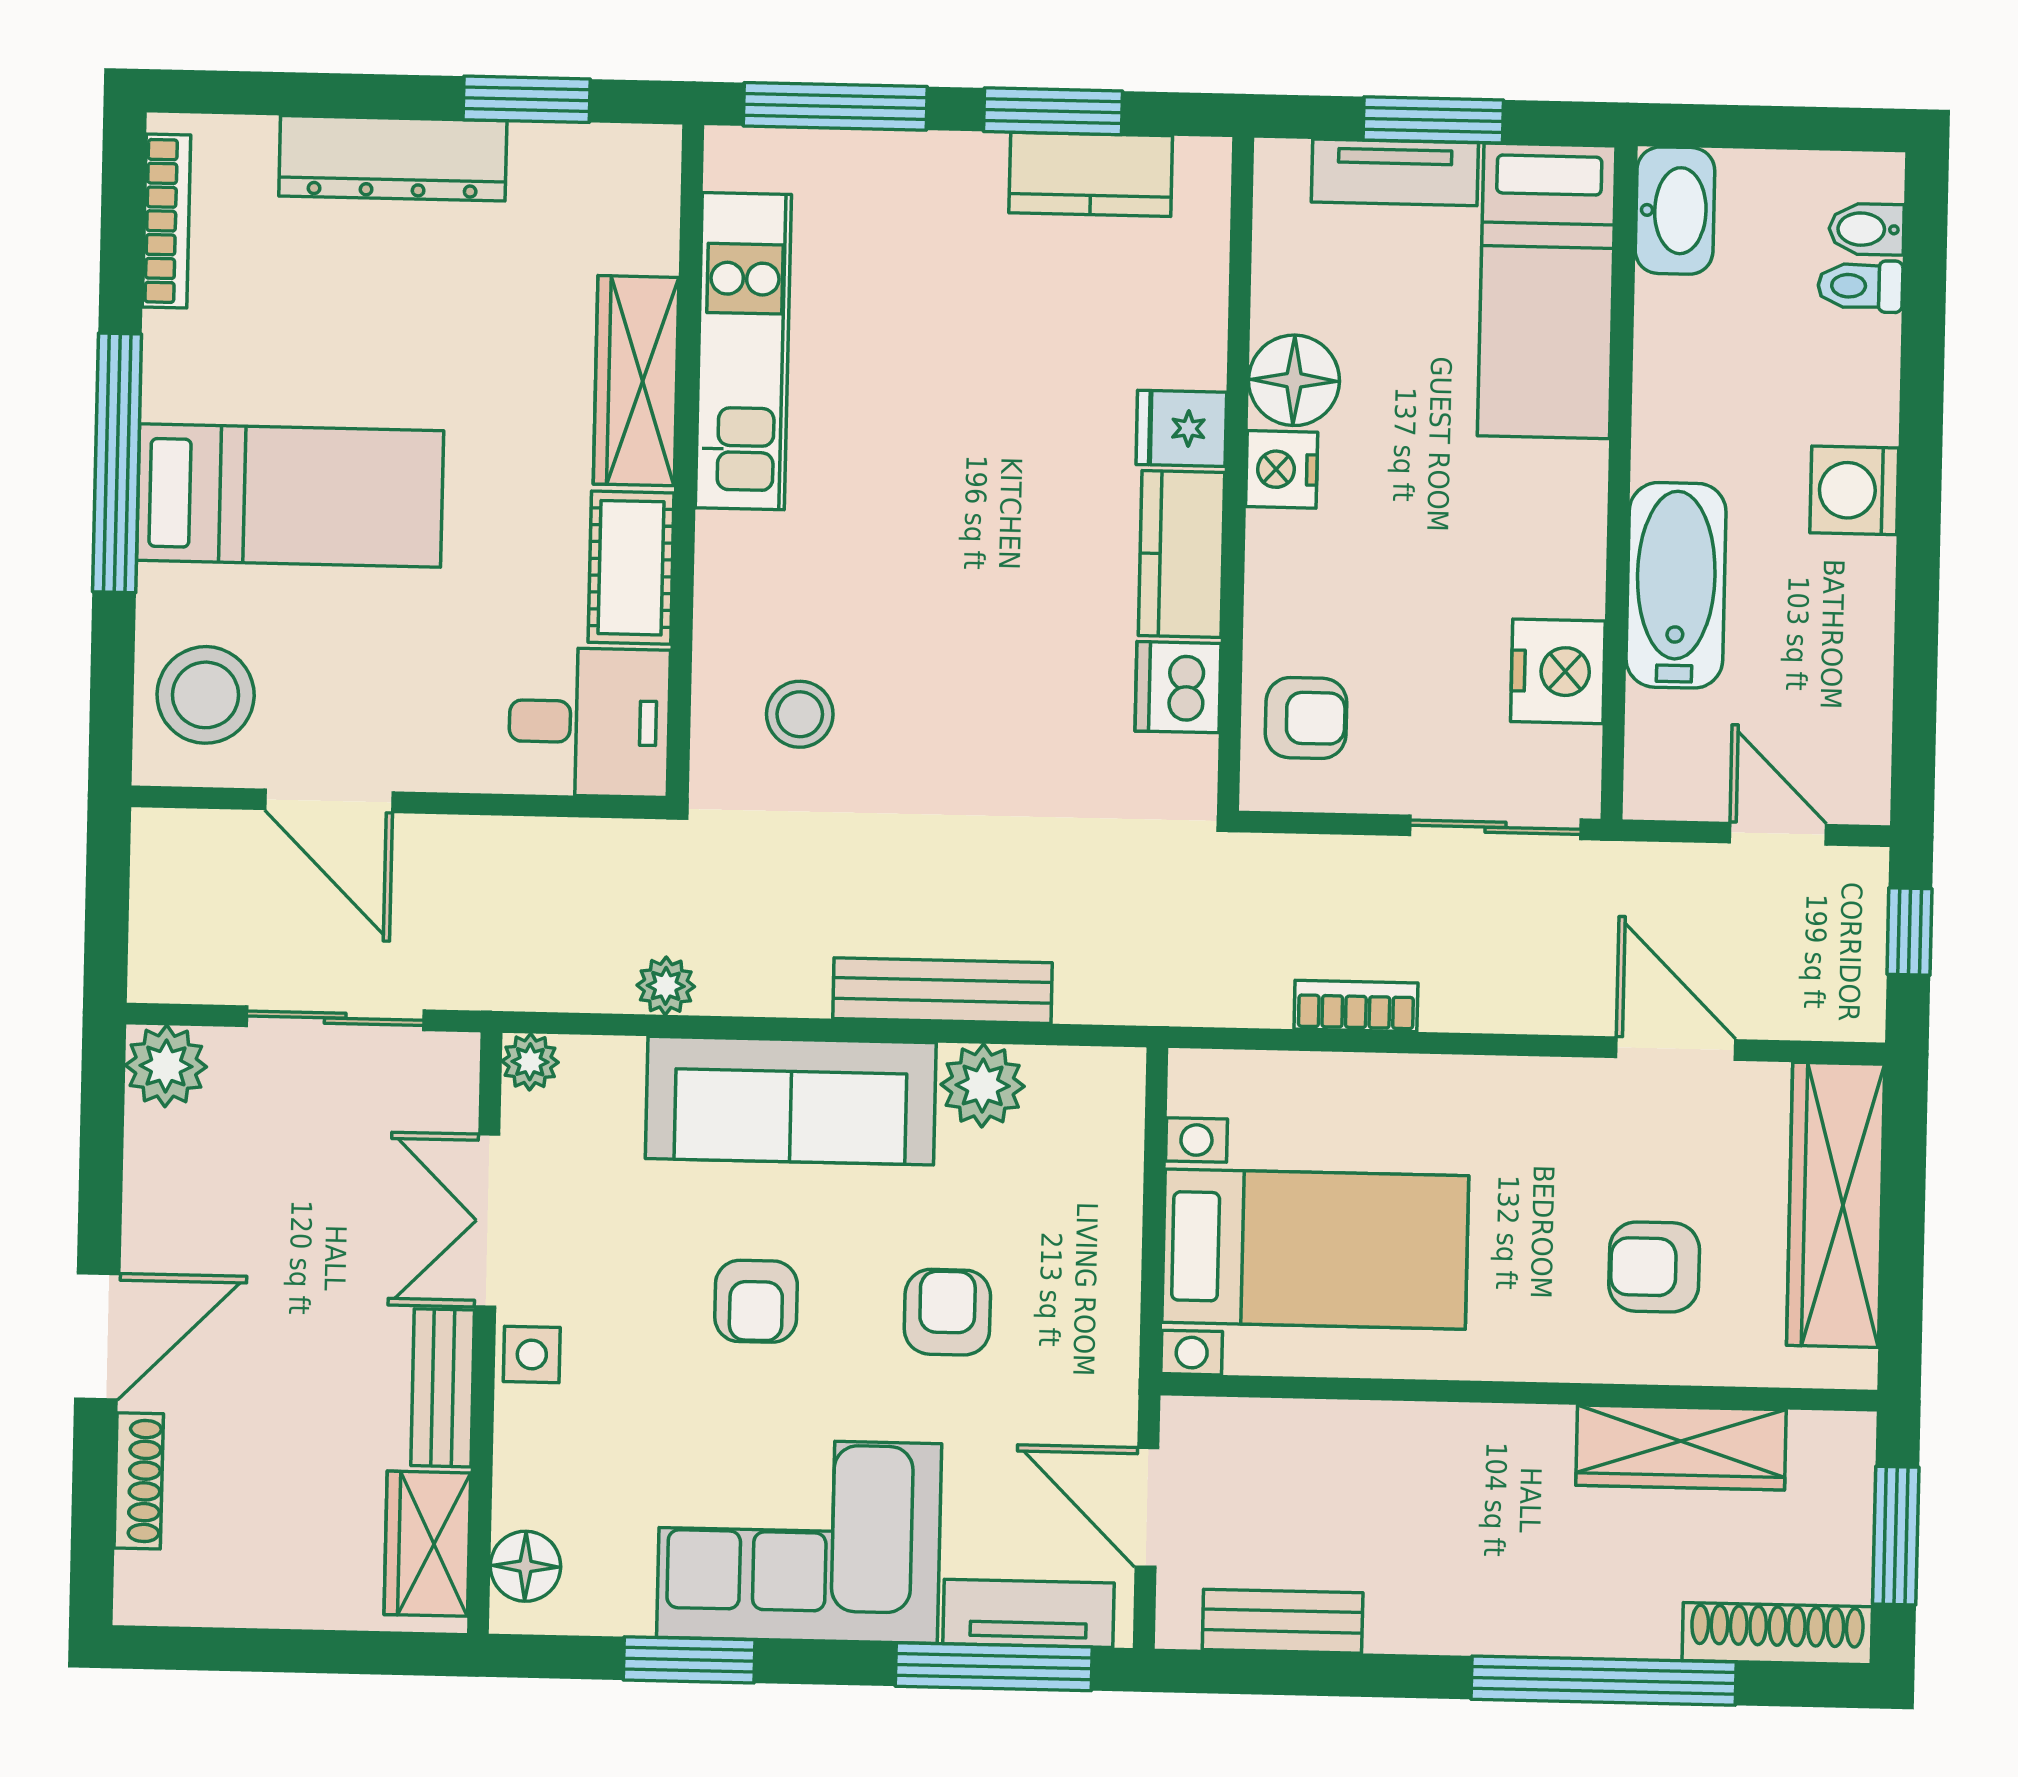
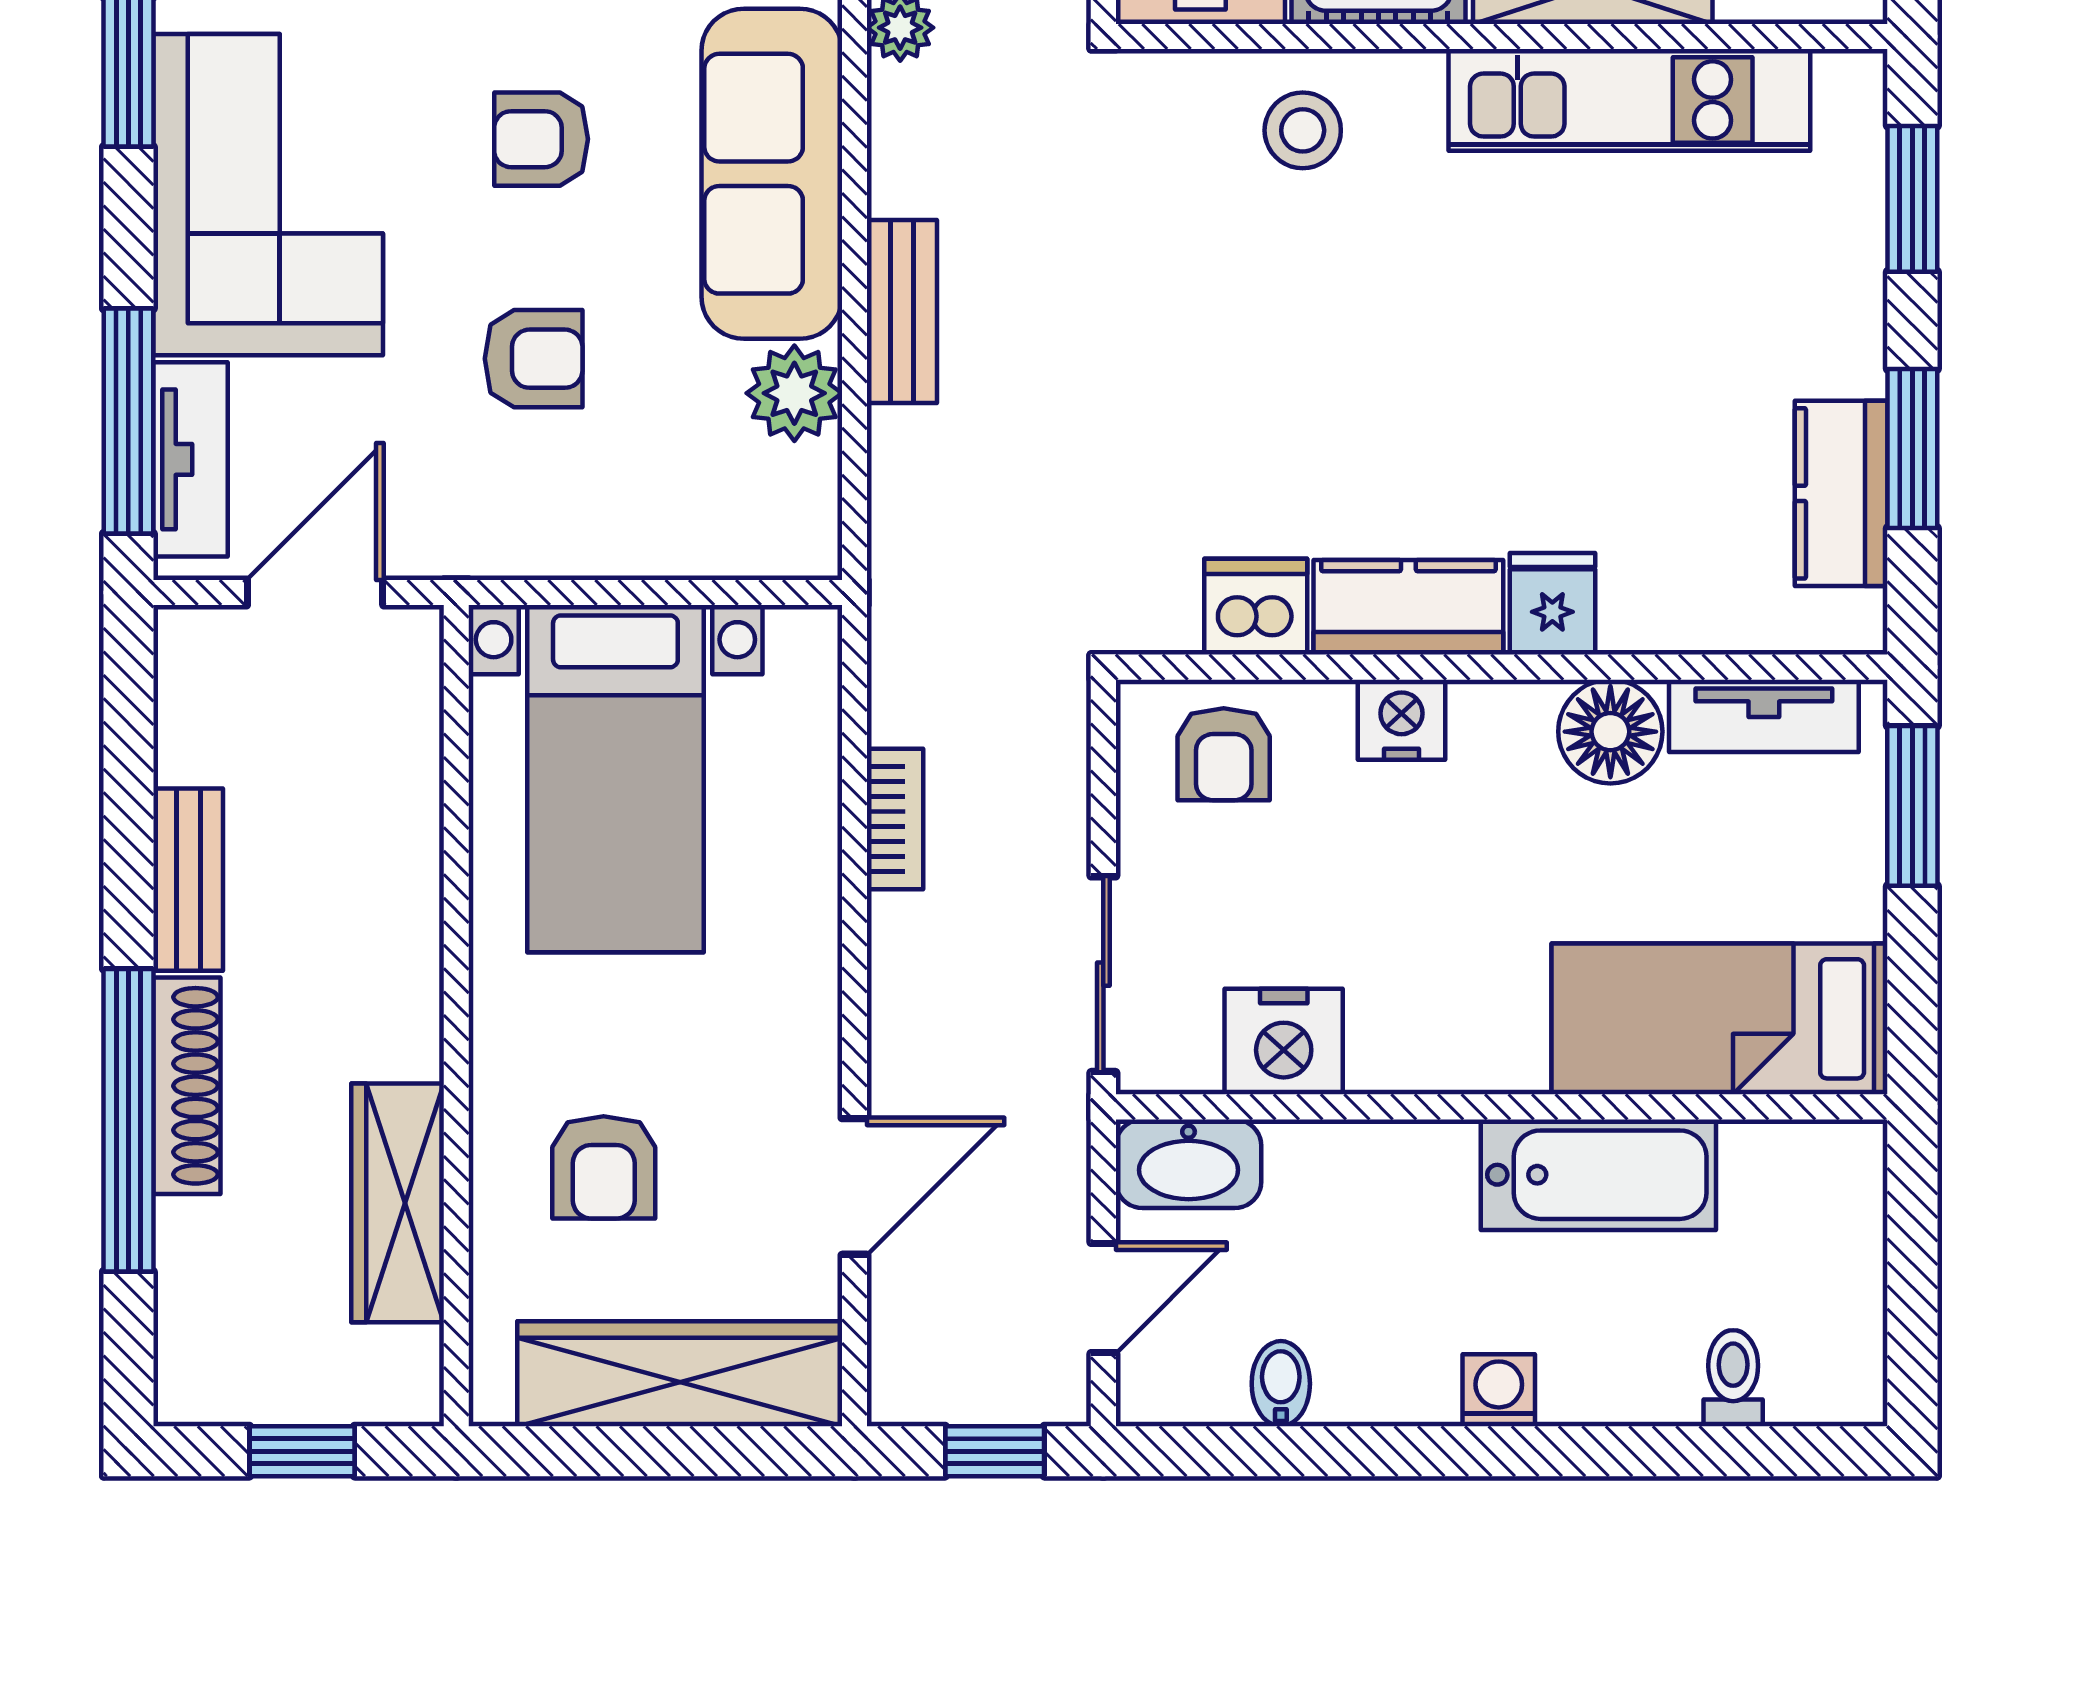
window: (835, 106) -> (1912, 199), width x0.69
window: (1433, 120) -> (1912, 806), moved
tv unit: (1395, 172) -> (1764, 716), moved, turned -90
washbasin: (1675, 211) -> (1189, 1164), moved
bidet: (1866, 229) -> (1281, 1384), moved
nightstand: (1282, 469) -> (1402, 720), moved
washing machine: (1854, 490) -> (1499, 1390), width x0.73, depth x0.73
bathtub: (1676, 585) -> (1598, 1175), moved
stool: (800, 714) -> (1303, 130), moved
bench: (942, 991) -> (902, 311), width x0.73
armchair: (1654, 1267) -> (604, 1167), turned 180
window: (1896, 1536) -> (302, 1451), width x0.67
bench: (1283, 1621) -> (188, 880), moved
shoe rack: (1777, 1634) -> (187, 1086), moved

